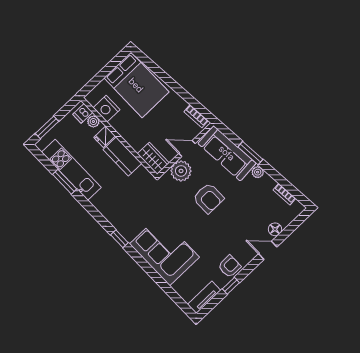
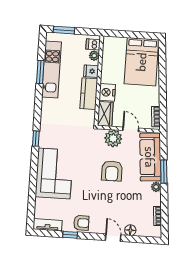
nightstand: (107, 109) -> (107, 92), moved

